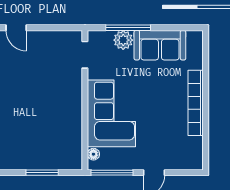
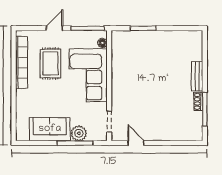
door: (16, 28) -> (136, 143), moved
bookcase: (196, 103) -> (22, 62), moved
rug: (159, 128) -> (50, 64), added

